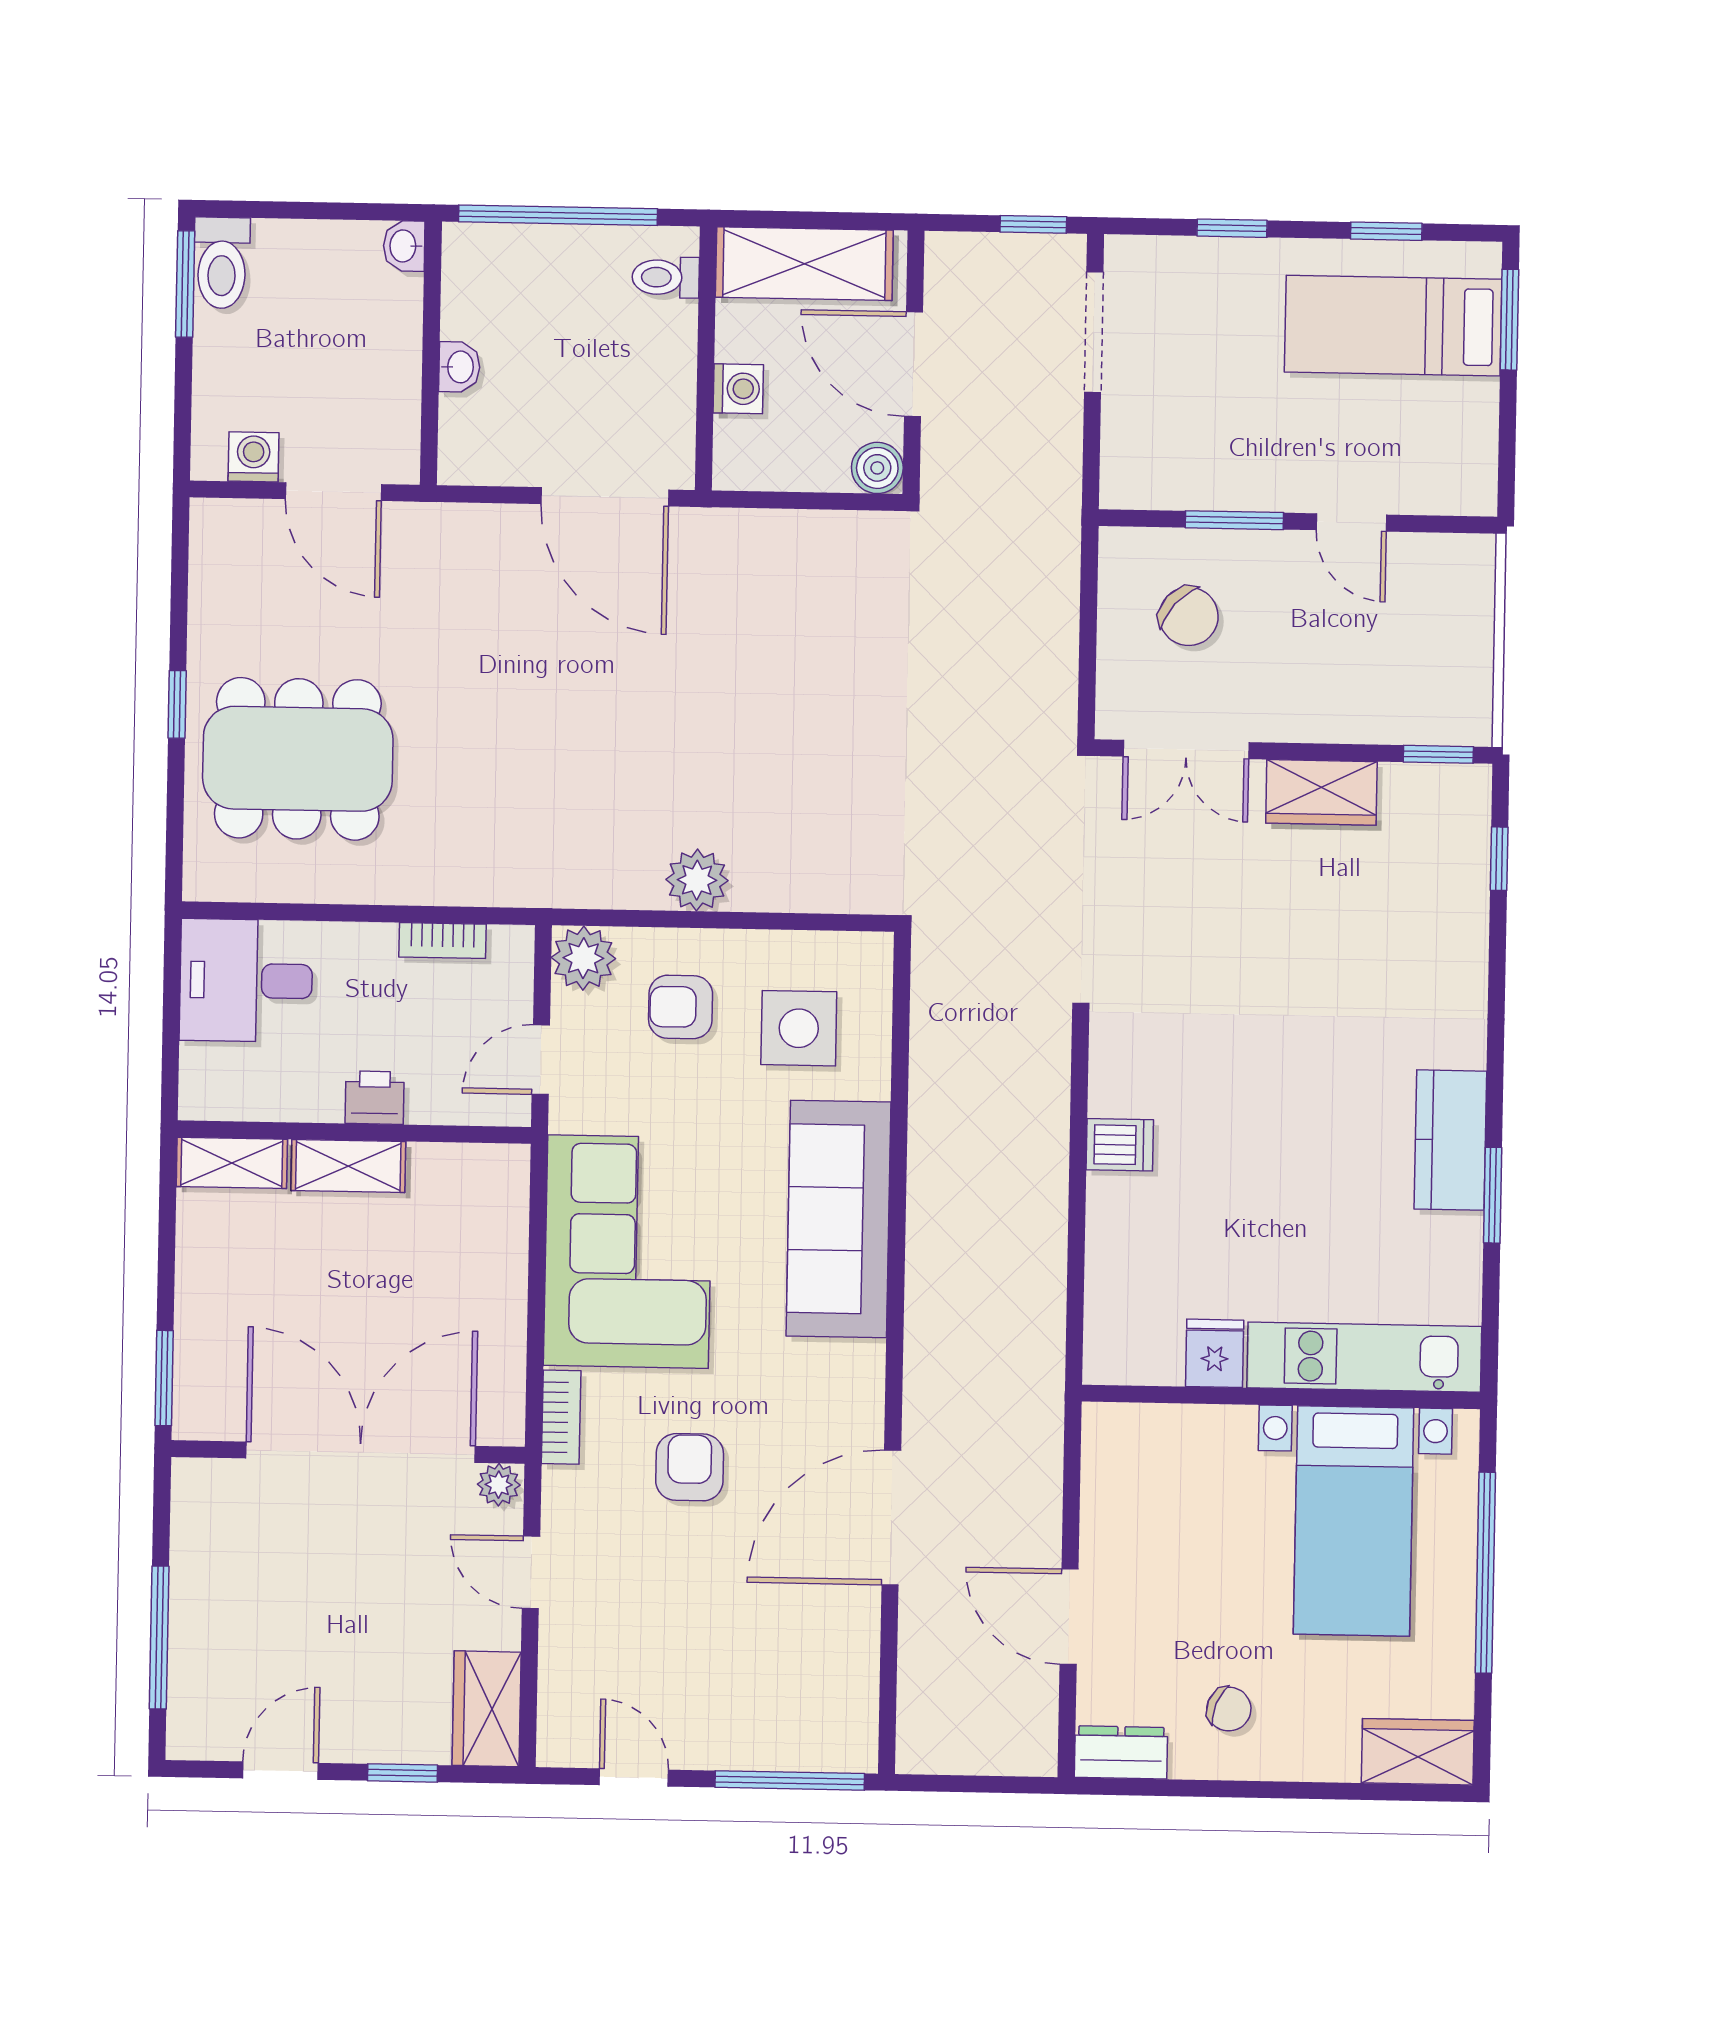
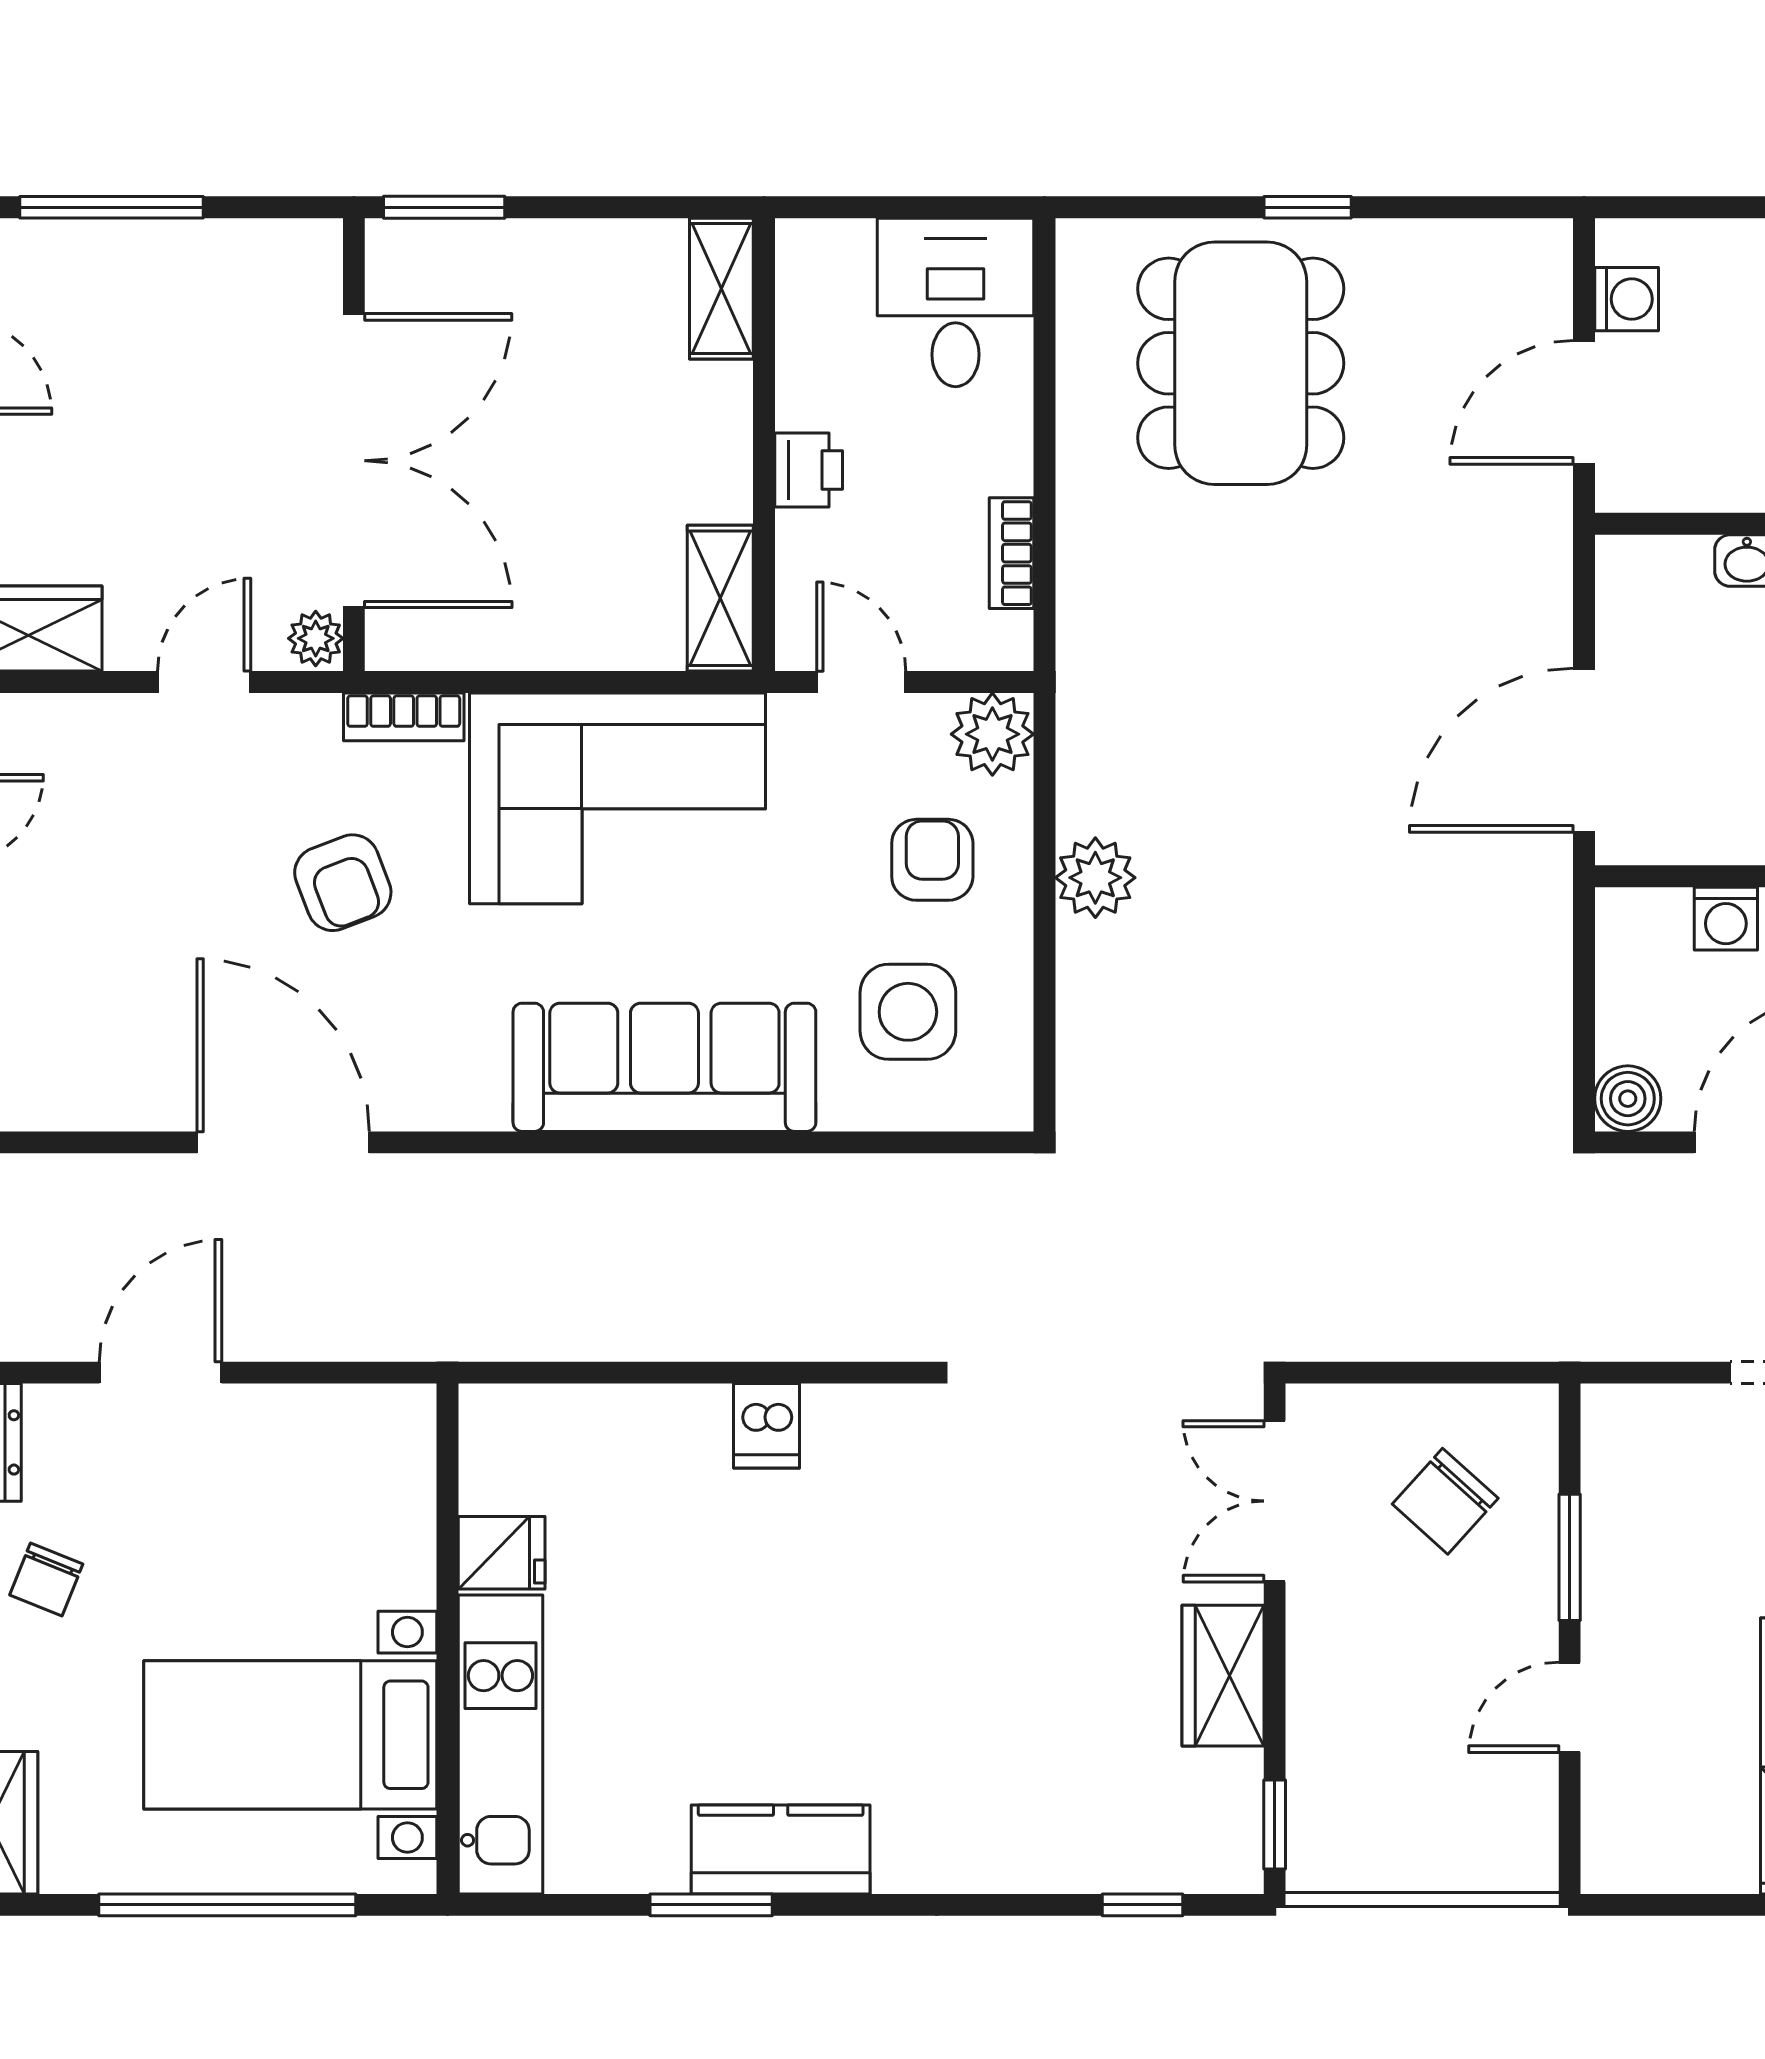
shelving: (348, 1166) -> (720, 598), moved
armchair: (690, 1467) -> (343, 883), turned 69

